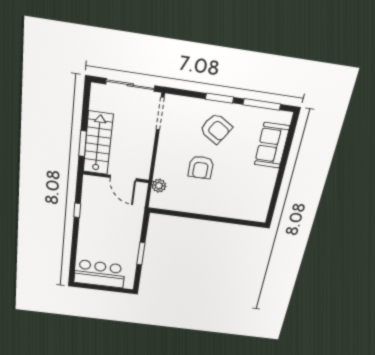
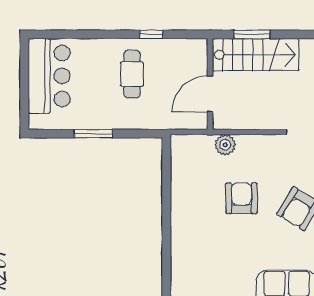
armchair: (201, 167) -> (241, 198), turned 90
plant: (159, 186) -> (225, 145), moved
cafe table: (103, 226) -> (132, 74), added

